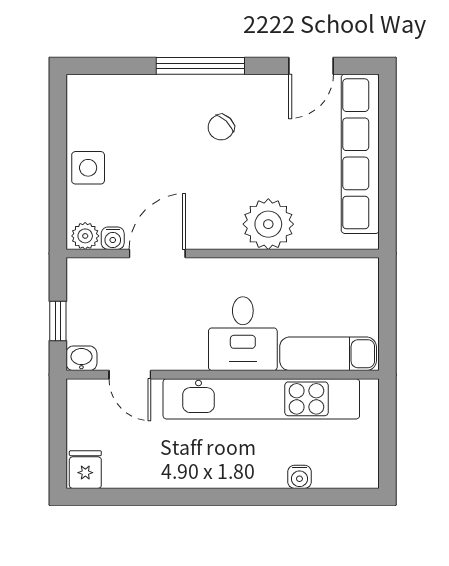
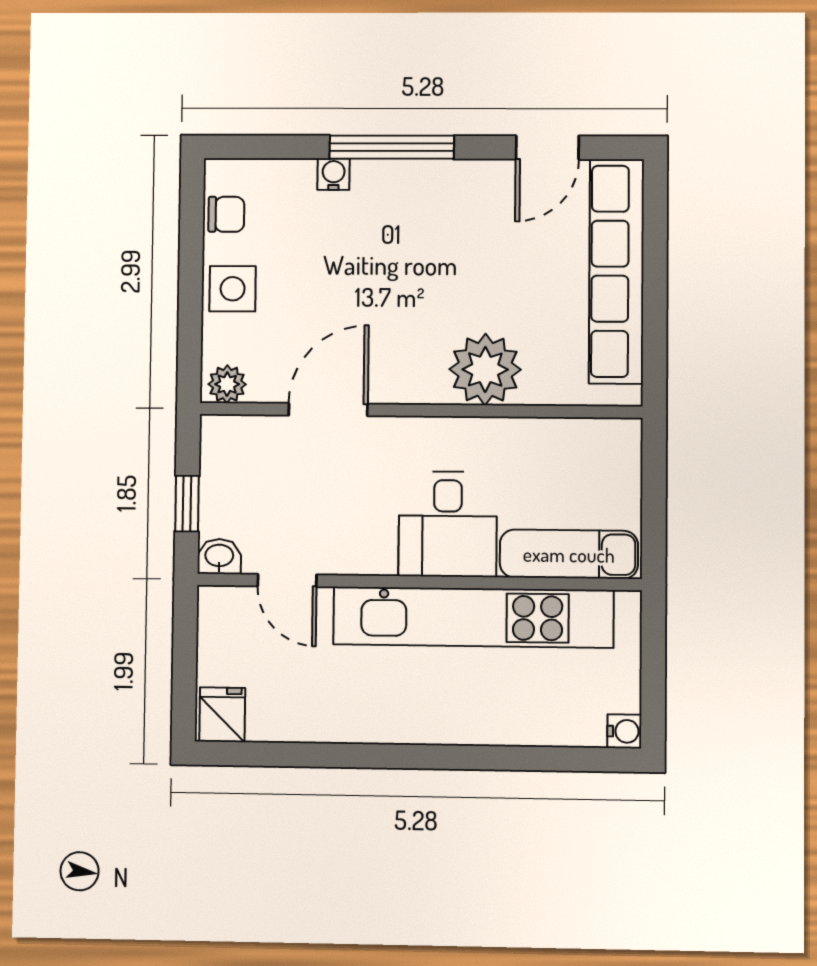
chair: (221, 127) -> (226, 214), moved, turned -134
water cooler: (113, 238) -> (334, 174), moved, turned 180
water cooler: (299, 477) -> (624, 731), moved, turned -90

